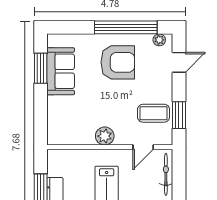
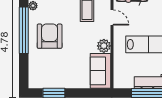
sofa: (61, 71) -> (100, 71), moved, turned -90

